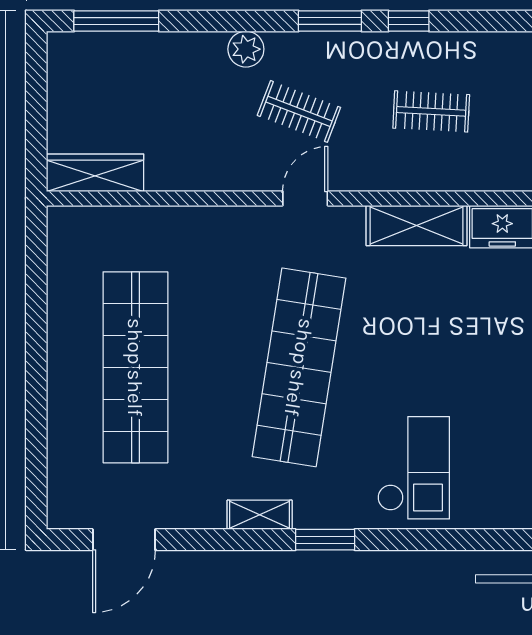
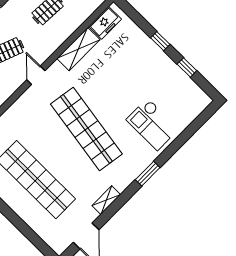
checkout: (414, 468) -> (153, 124), turned 180
shelving: (260, 515) -> (106, 200), moved

